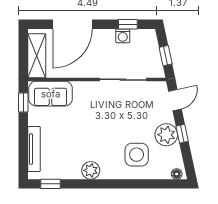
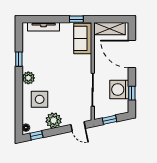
washing machine: (123, 36) -> (119, 90), width x1.89, depth x1.89
window: (182, 134) -> (36, 135), moved
plant: (91, 170) -> (28, 78), moved
window: (51, 184) -> (19, 59), moved

